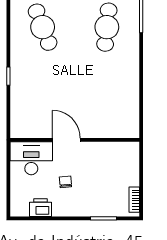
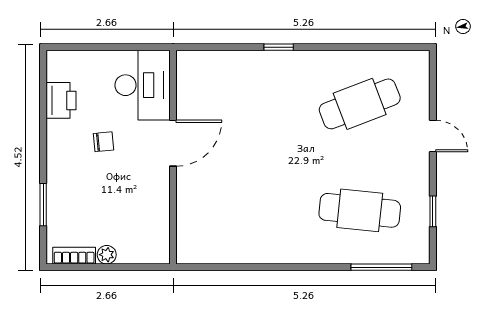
plant: (134, 180) -> (107, 255), added

